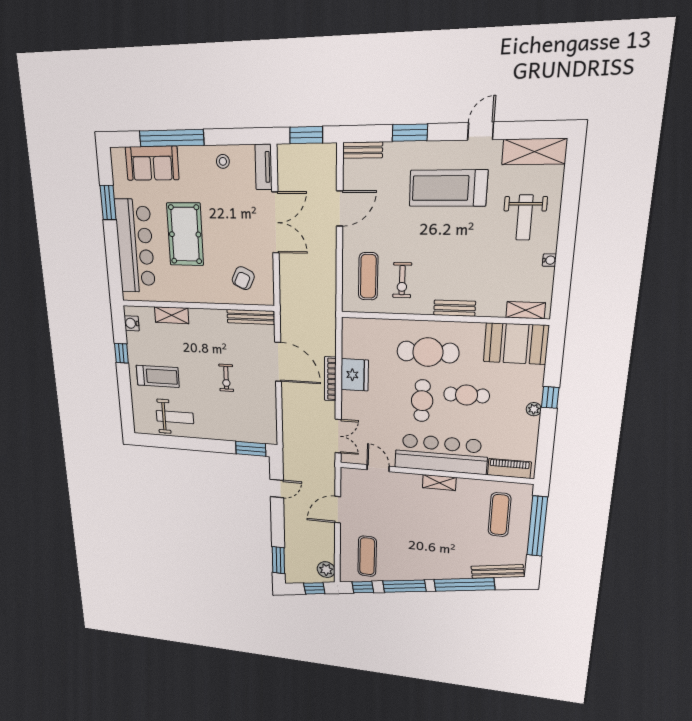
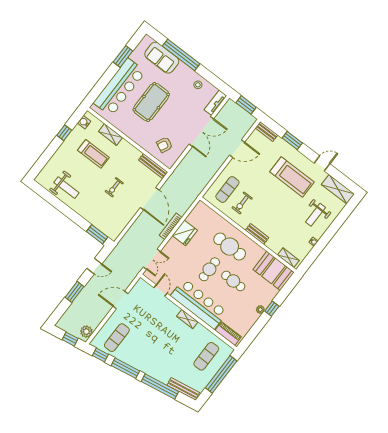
treadmill: (448, 188) -> (292, 177), turned 180
treadmill: (158, 376) -> (93, 154), moved
window: (278, 560) -> (75, 292), moved

